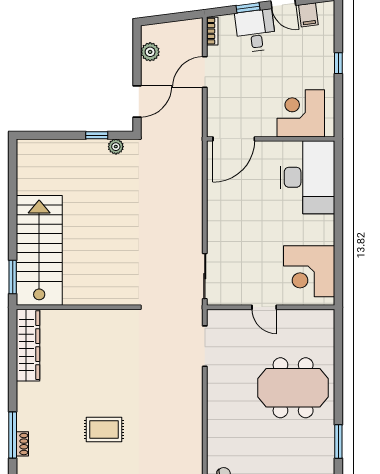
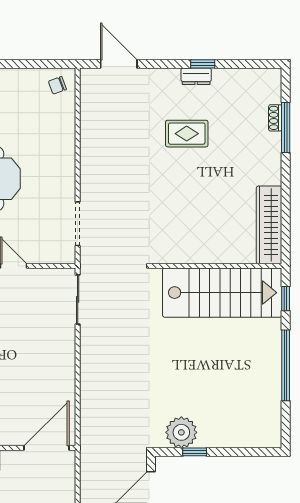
plant: (116, 147) -> (181, 432), width x1.88, depth x1.88
window: (13, 215) -> (286, 365), added
stairs: (39, 250) -> (222, 293), moved, turned -90
window: (13, 277) -> (286, 299), width x0.67

